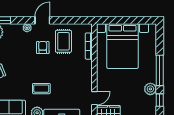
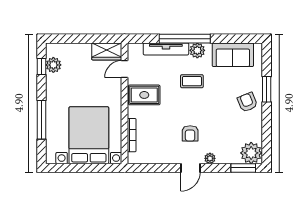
rug: (63, 41) -> (144, 95), moved, turned 90
window: (160, 70) -> (42, 120), moved
plant: (150, 89) -> (53, 65), moved

